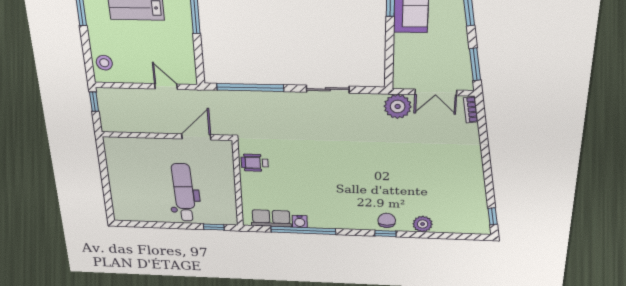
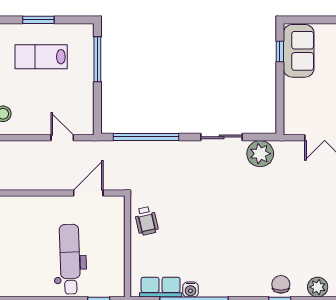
plant: (398, 106) -> (260, 154), moved
wheelchair: (255, 163) -> (146, 221), turned -103

